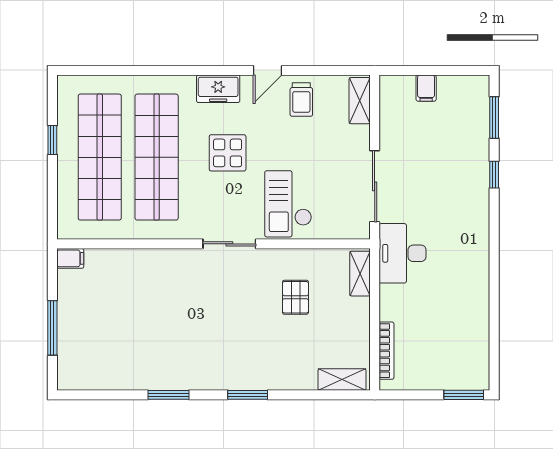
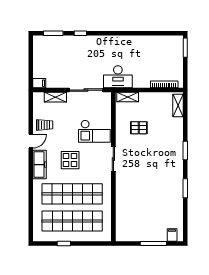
door: (268, 70) -> (31, 141), hinge flipped
filing cabinet: (426, 88) -> (39, 83), moved
freezer: (218, 89) -> (40, 165), width x1.40
shelving: (360, 101) -> (55, 97), moved
filing cabinet: (70, 258) -> (172, 235), moved

